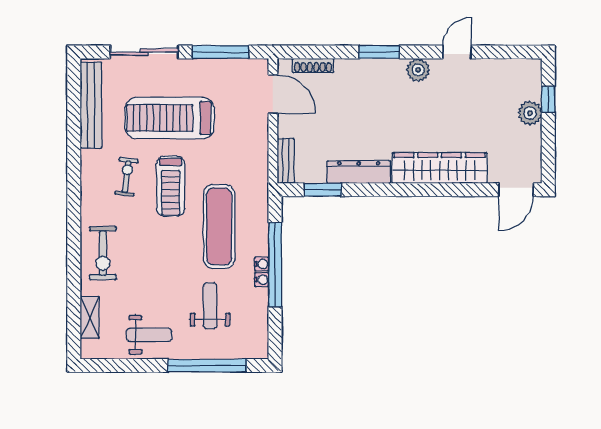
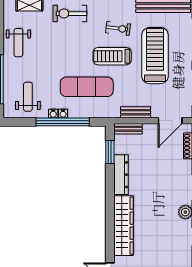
bench: (260, 149) -> (135, 112), added
weight bench: (210, 306) -> (28, 97), moved, turned -90

